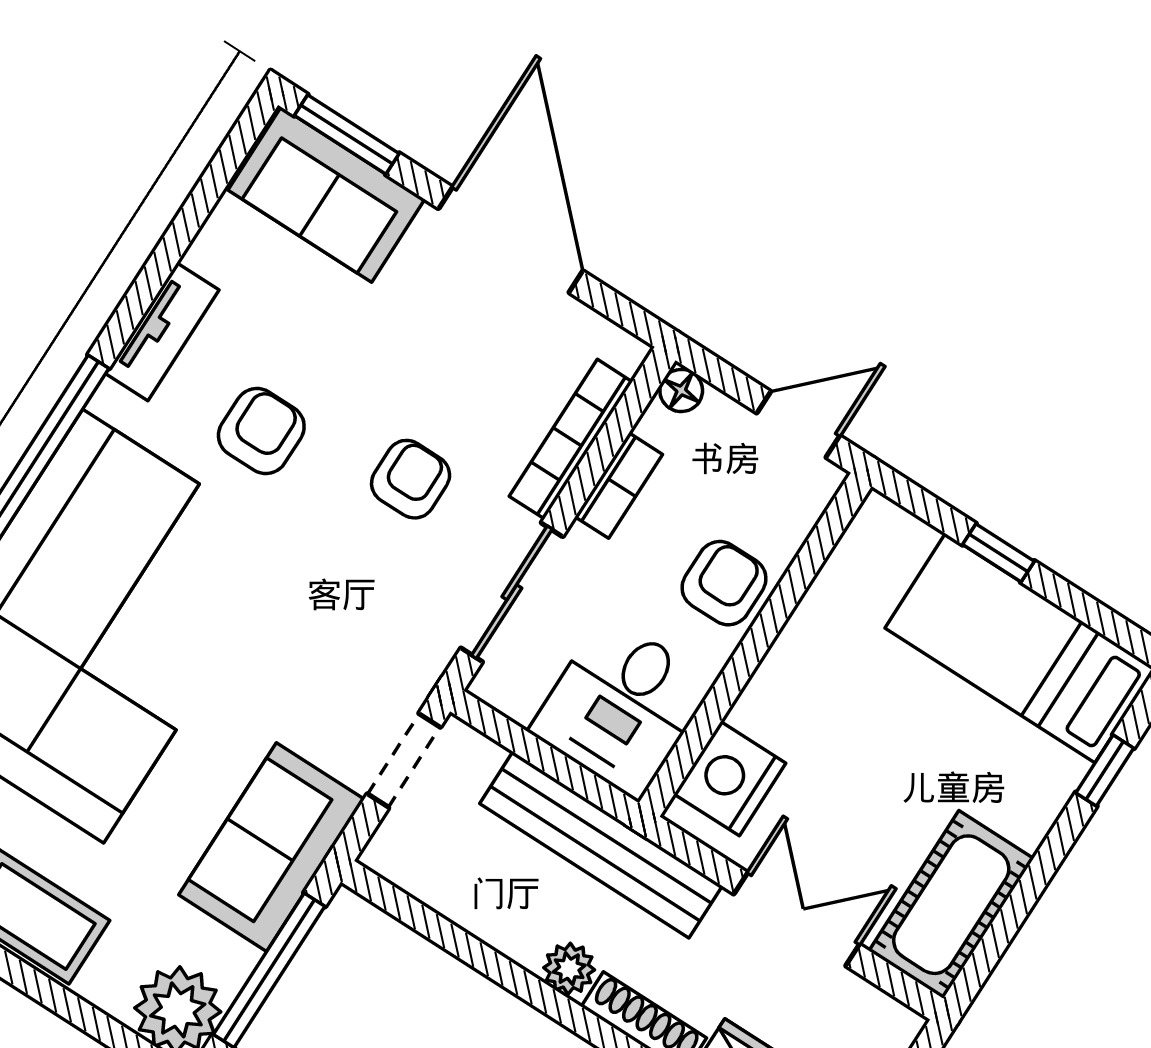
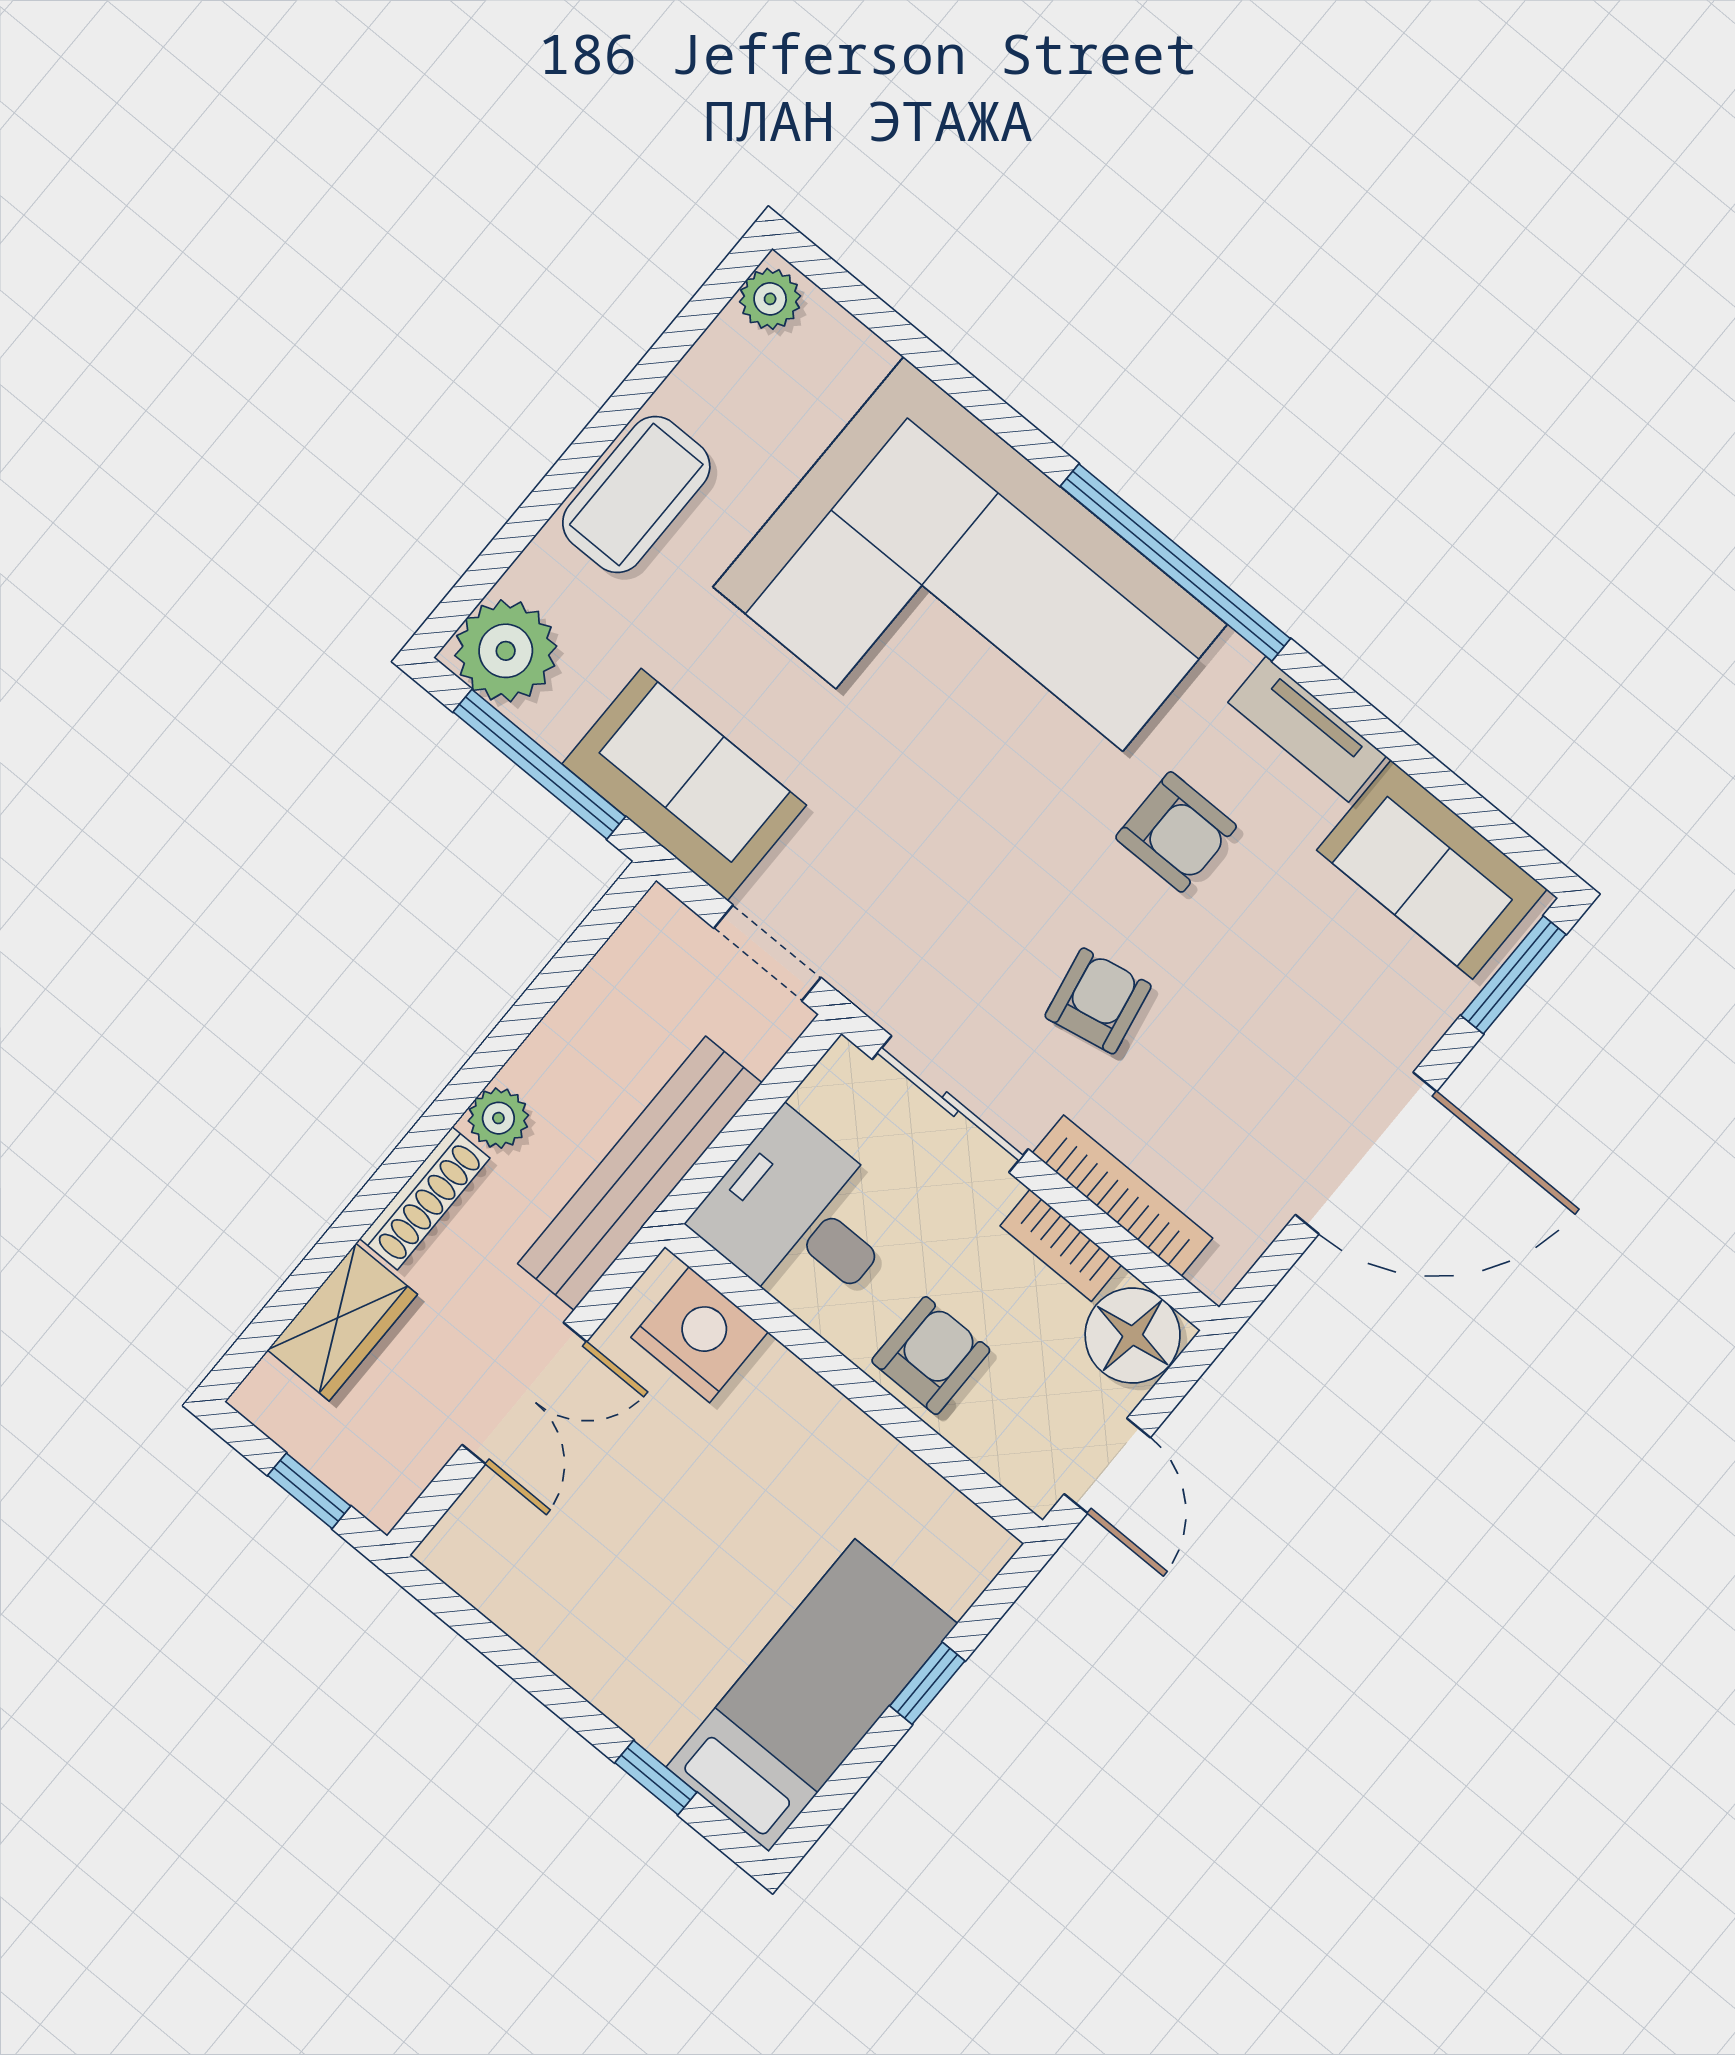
sofa: (326, 195) -> (1432, 870), moved, turned -90
floor lamp: (681, 391) -> (1133, 1335), width x1.89, depth x1.89
armchair: (411, 479) -> (1098, 1001), turned -101
armchair: (724, 583) -> (931, 1356), turned -90
cot: (951, 905) -> (519, 1578), removed

